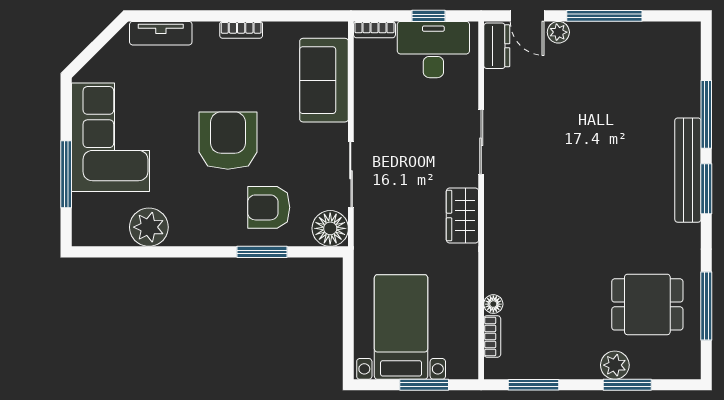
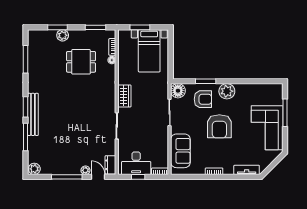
plant: (685, 36) -> (34, 169), added
plant: (149, 227) -> (227, 91), moved
dining table: (647, 304) -> (81, 62), moved

